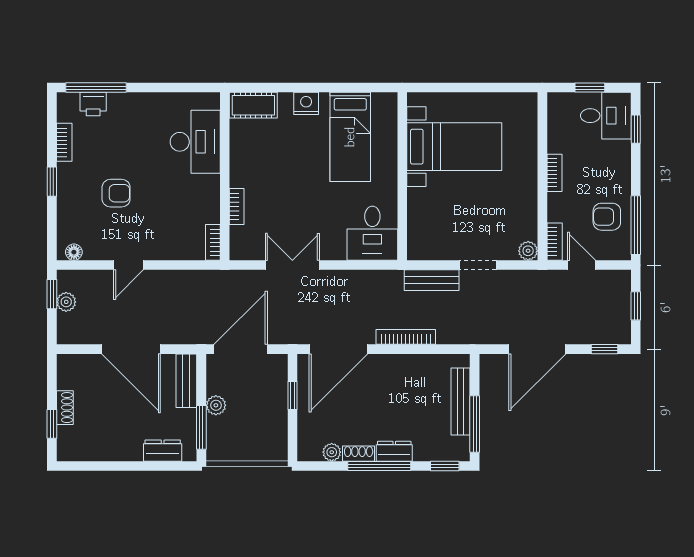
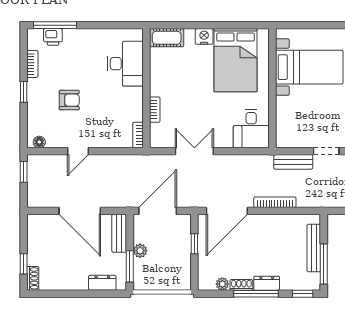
bed: (350, 137) -> (236, 60), width x1.50
plant: (66, 302) -> (34, 177), removed
shoe rack: (65, 408) -> (33, 278), moved

